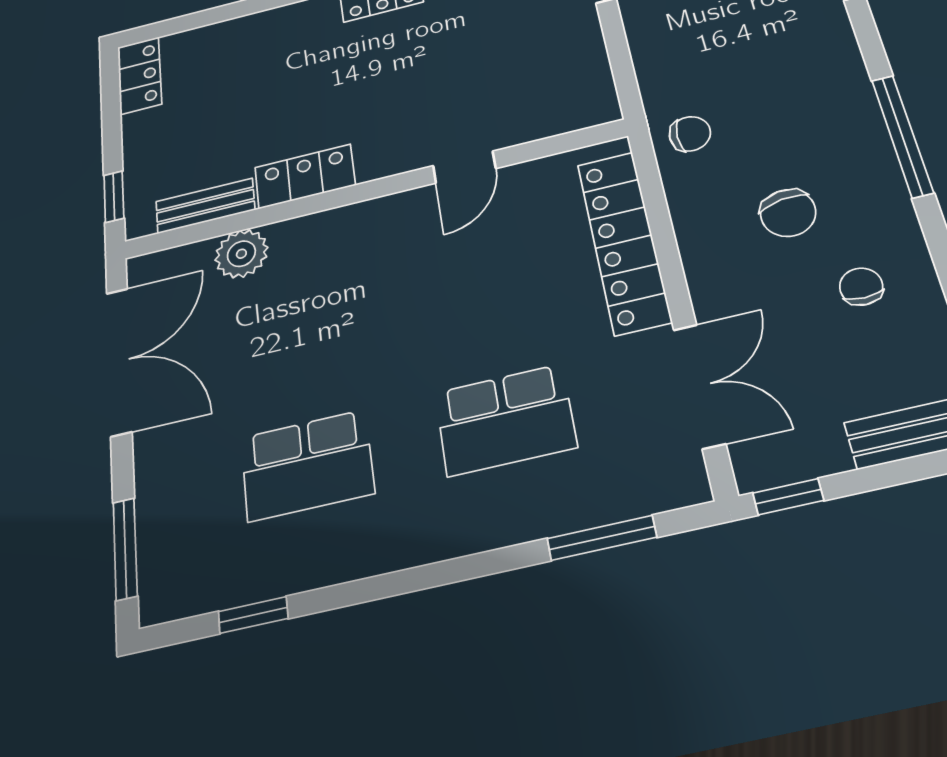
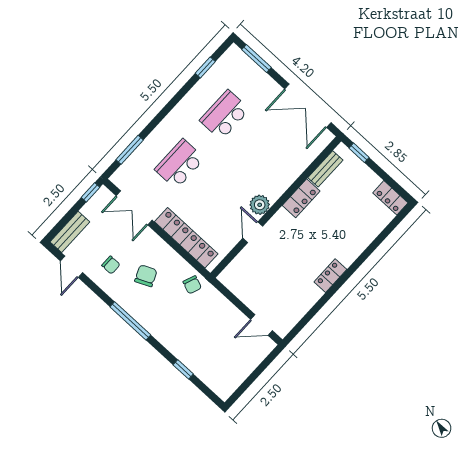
chair: (690, 134) -> (192, 285), turned -69
chair: (788, 213) -> (146, 276), turned 75
plant: (241, 254) -> (260, 205), moved

